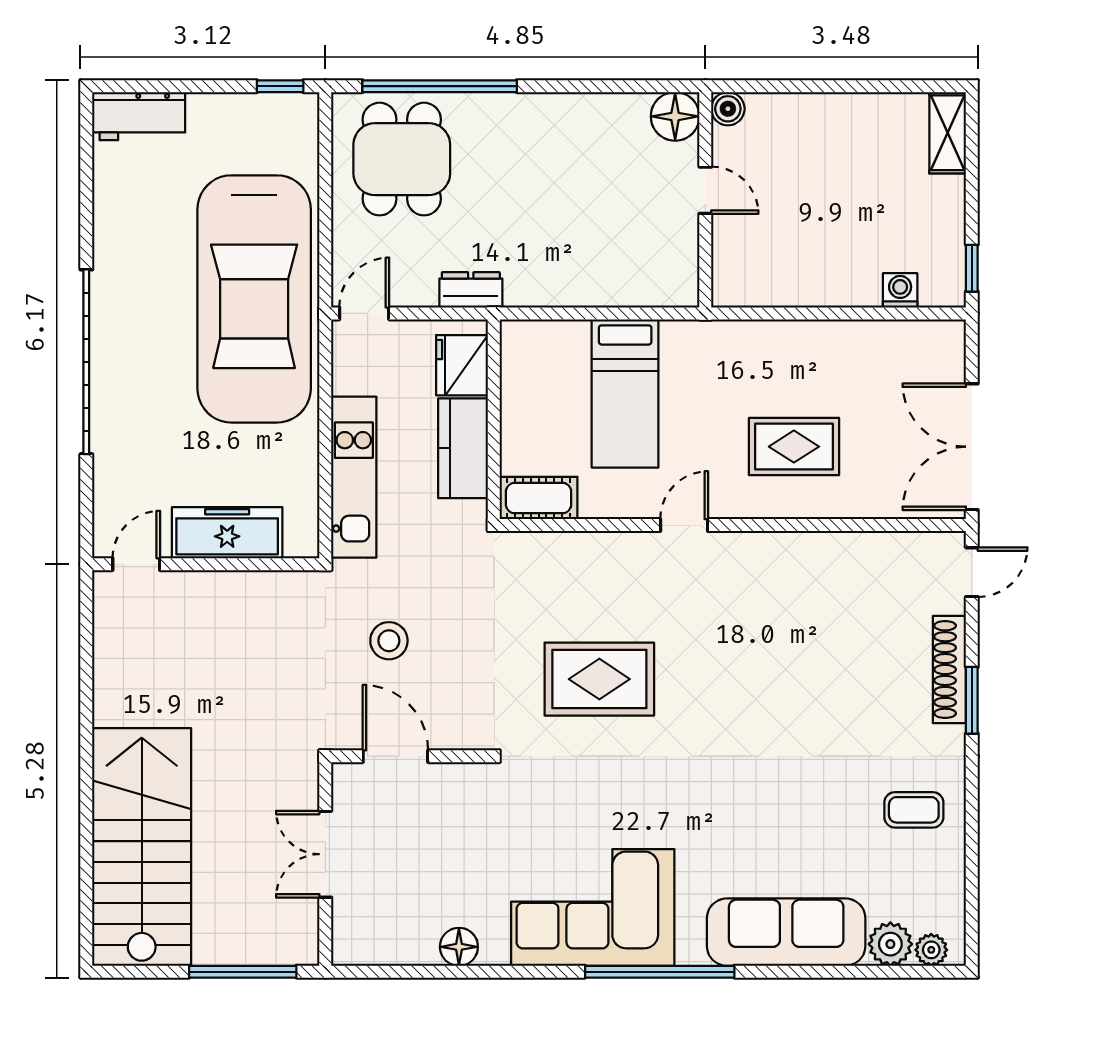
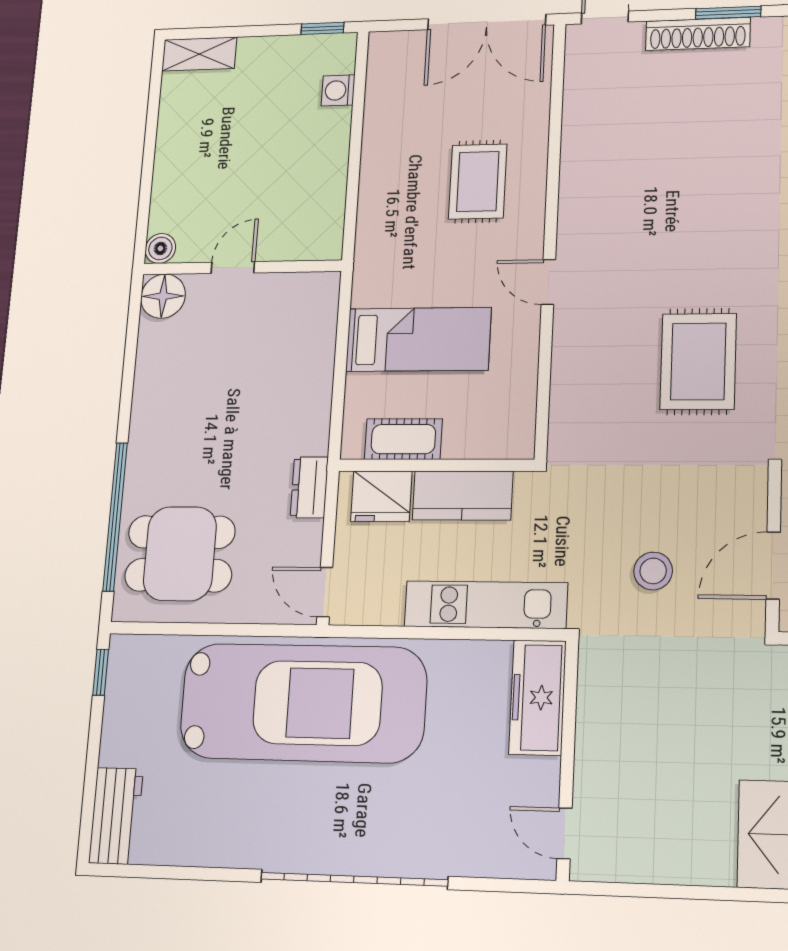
cot: (539, 498) -> (403, 439), moved, turned 90
freezer: (227, 533) -> (538, 697), moved

